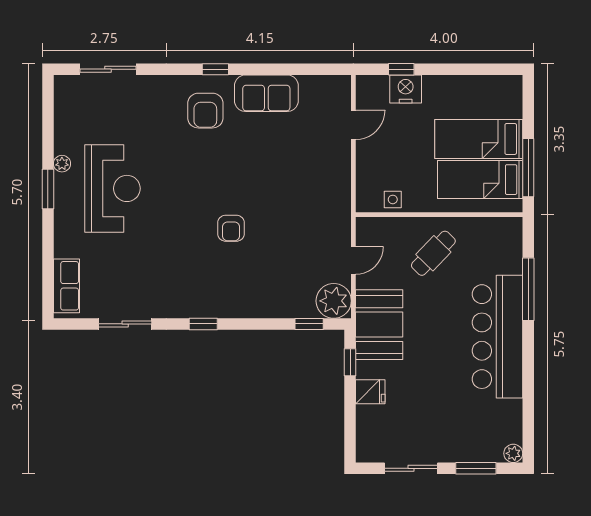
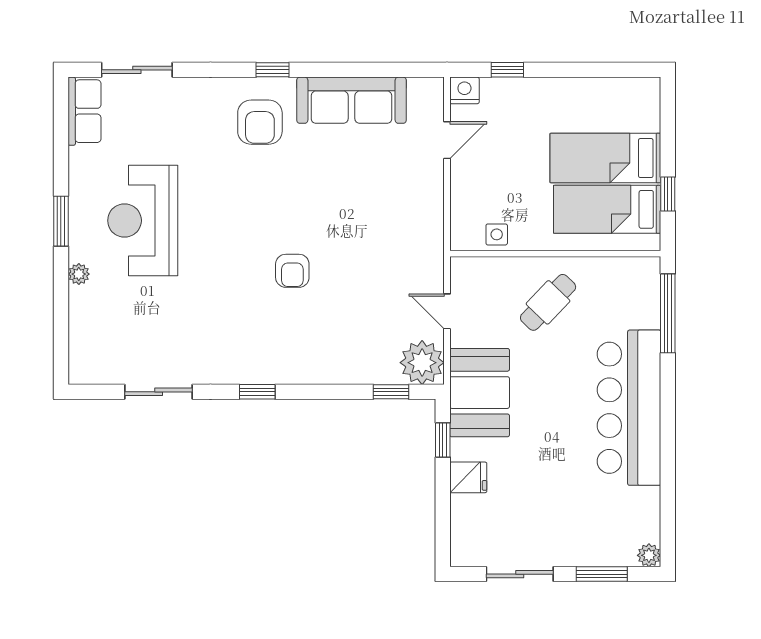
nightstand: (406, 89) -> (464, 90), moved, width x0.74, depth x0.75
sofa: (266, 93) -> (352, 100), width x1.36
plant: (62, 164) -> (79, 274), moved
window: (528, 168) -> (668, 194), width x0.46
reception desk: (113, 188) -> (143, 221), turned 180
door: (353, 260) -> (447, 311), swing flipped
row of seats: (66, 286) -> (84, 111), moved
window: (528, 289) -> (668, 313), moved

